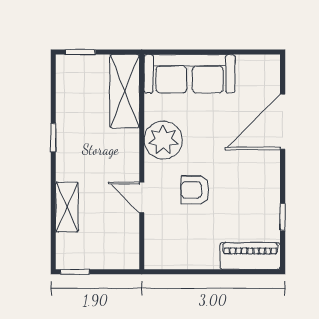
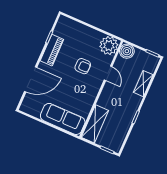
plant: (163, 140) -> (109, 46), moved
boiler: (125, 255) -> (127, 51), added
piano: (250, 256) -> (52, 50), moved, turned -90

